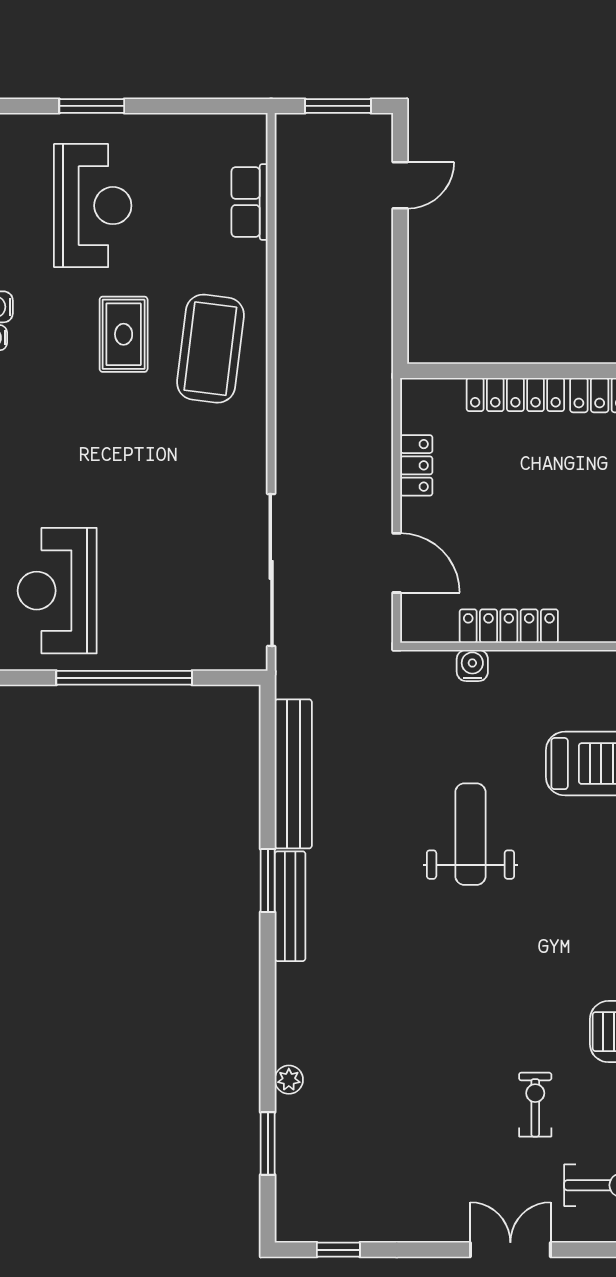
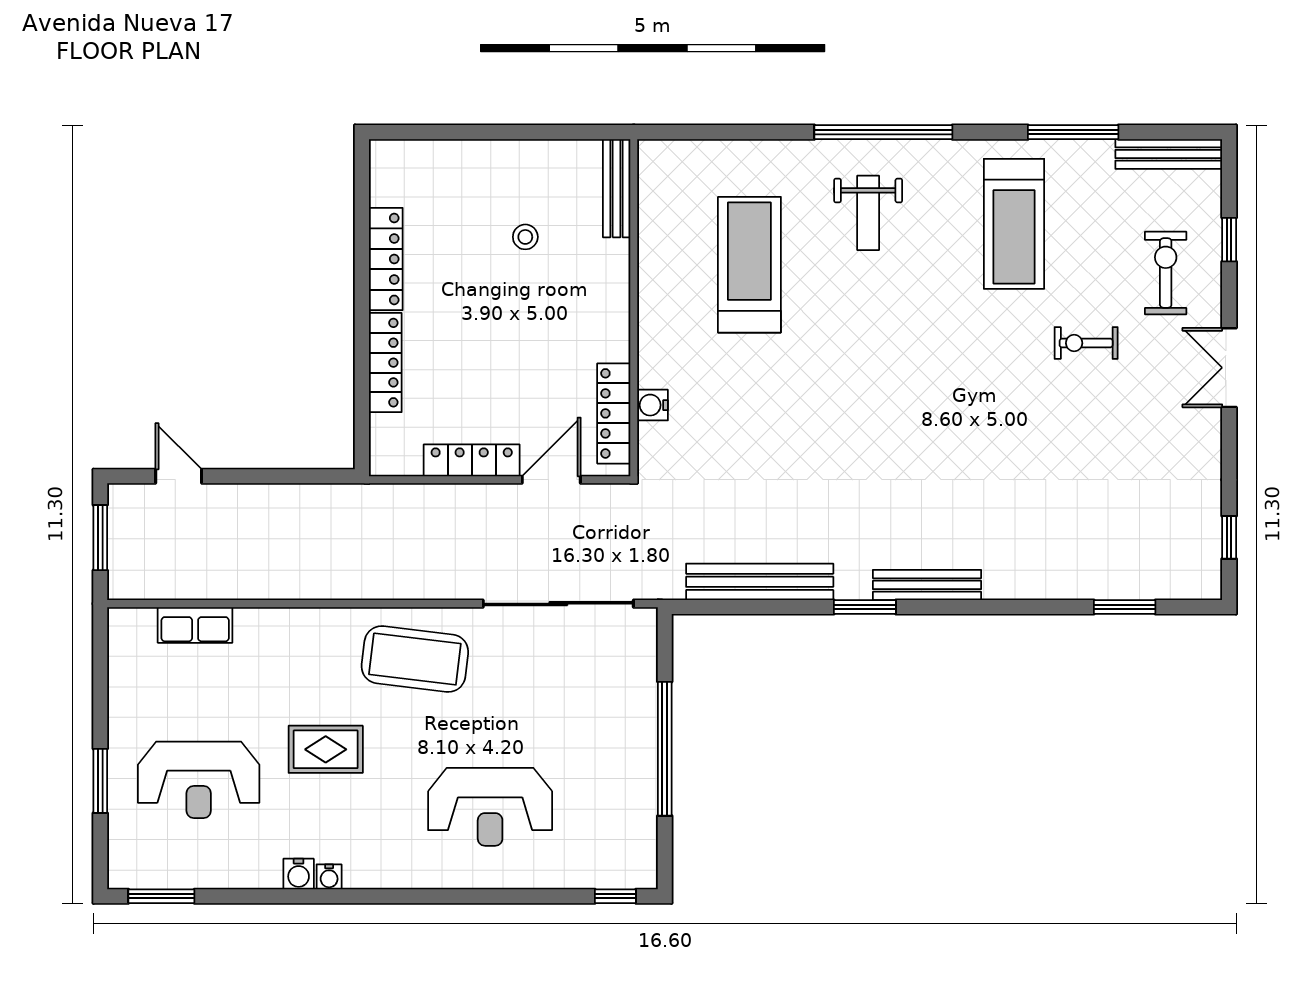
reception desk: (93, 206) -> (199, 780), turned 180
coffee table: (210, 349) -> (415, 659), moved
locker: (416, 465) -> (472, 460), width x1.53
reception desk: (57, 591) -> (490, 807), moved
locker: (509, 626) -> (614, 413), moved
weight bench: (470, 834) -> (819, 407), removed
bench: (290, 906) -> (927, 585), moved
plant: (289, 1080) -> (1061, 586), removed

